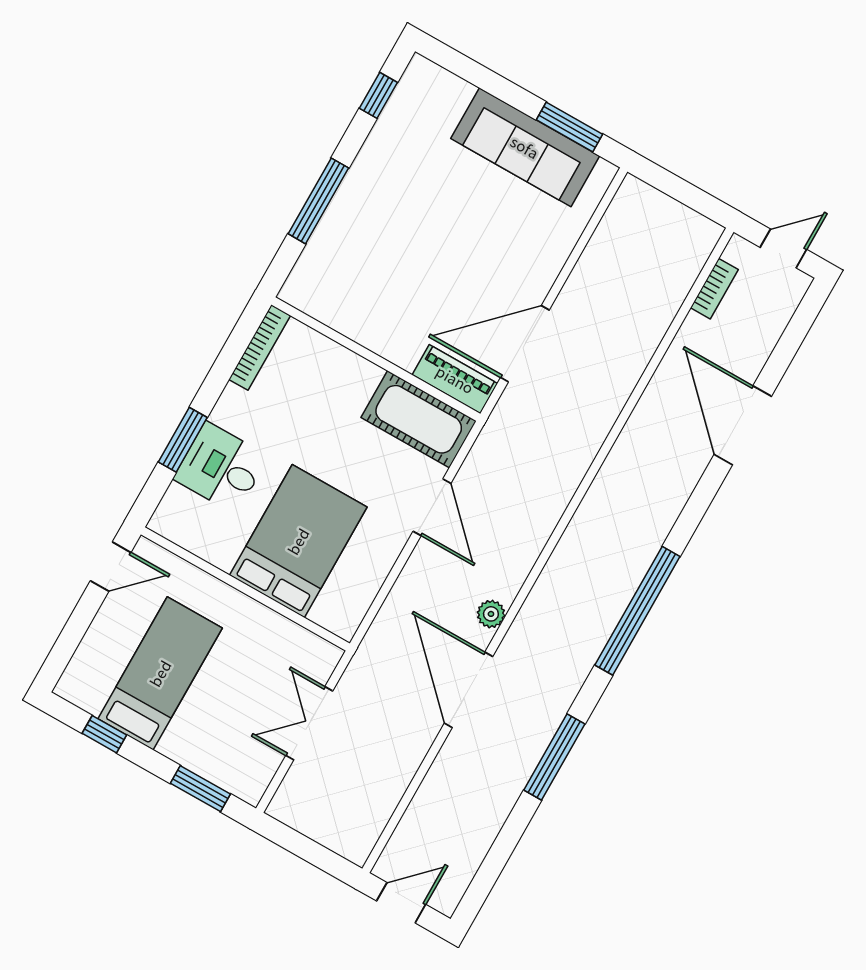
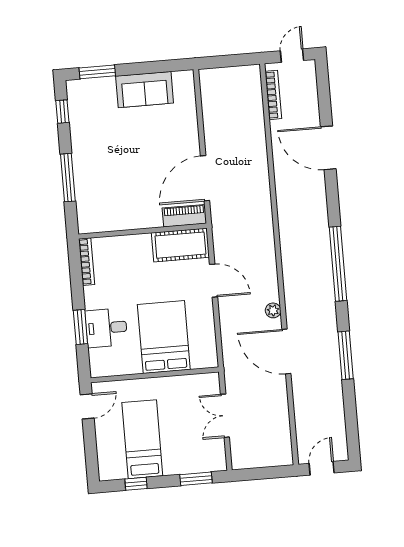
window: (569, 127) -> (97, 72), moved
sofa: (525, 147) -> (145, 90), width x0.73
bookcase: (714, 289) -> (273, 95), width x1.56

